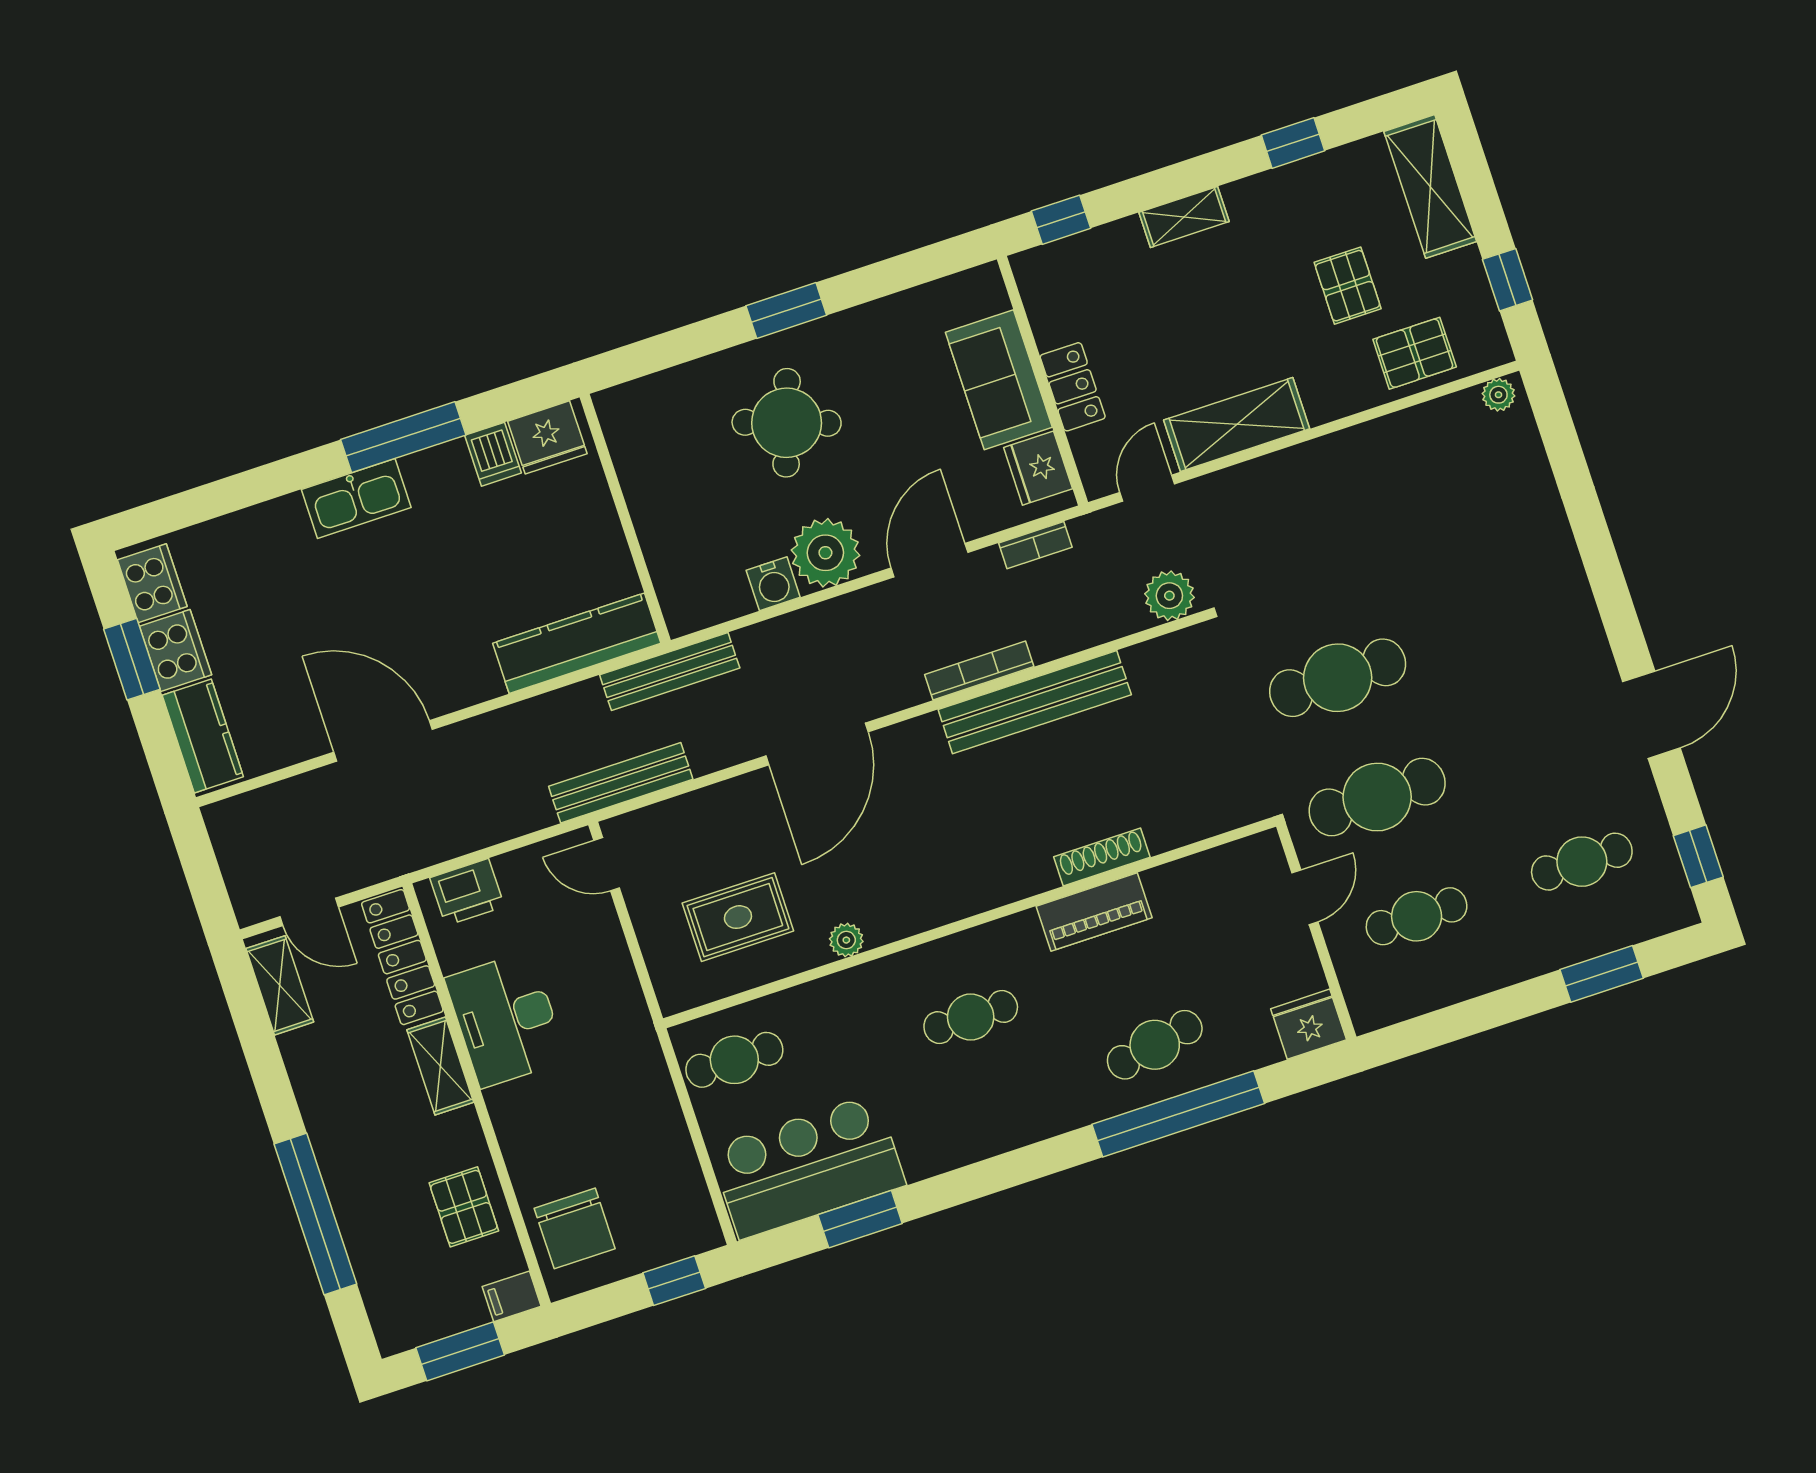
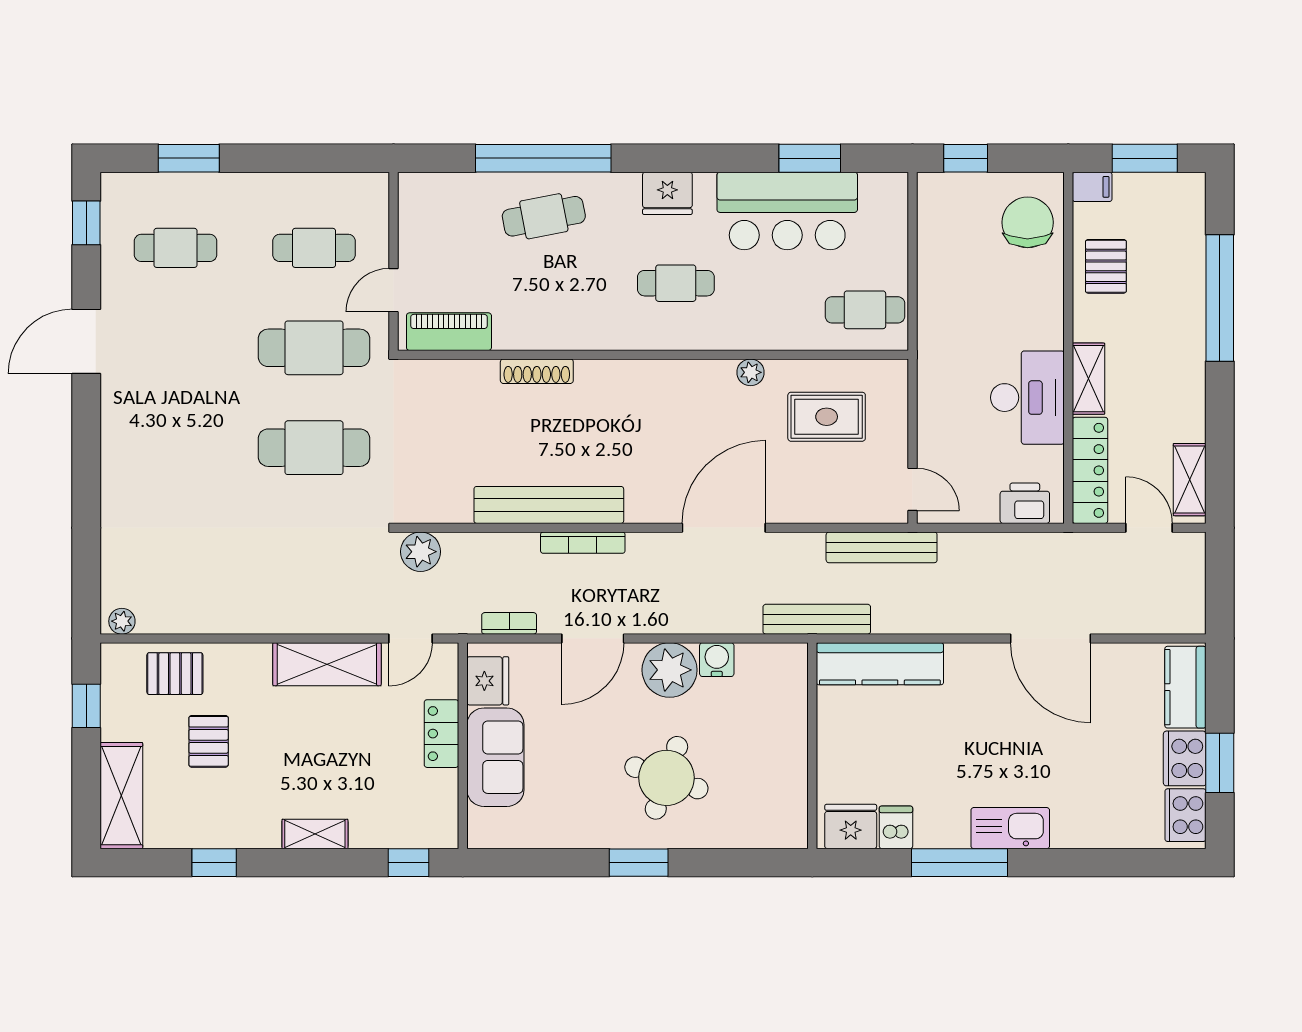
piano: (1094, 912) -> (449, 332), moved
fridge: (1309, 1024) -> (667, 193), moved
bar counter: (808, 1167) -> (787, 211), moved

